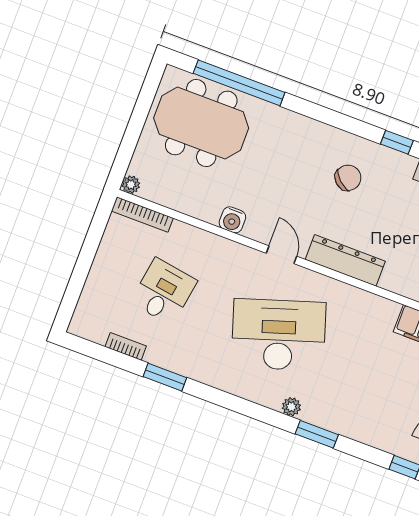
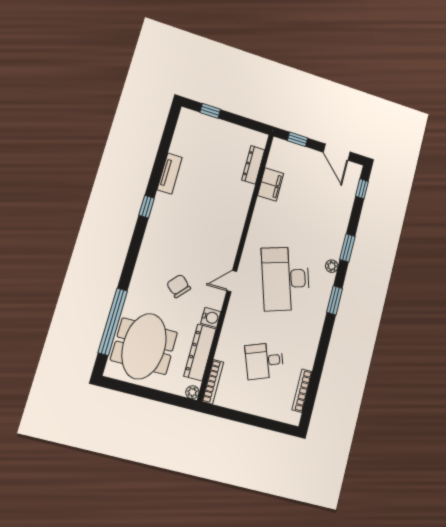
chair: (348, 178) -> (179, 286), moved
dresser: (345, 260) -> (200, 352), moved
desk: (164, 292) -> (264, 361), turned -30
bookcase: (126, 346) -> (302, 391), width x1.56
window: (165, 377) -> (335, 300), moved

